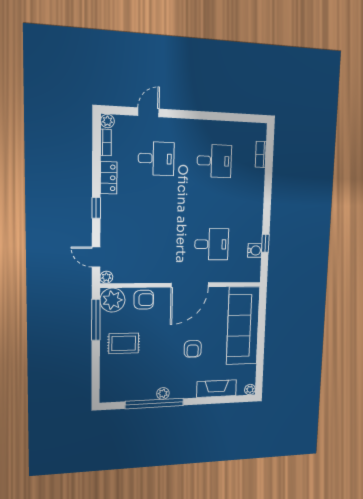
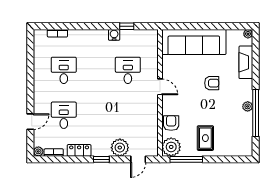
door: (148, 112) -> (30, 122), swing flipped
water cooler: (255, 250) -> (114, 35), moved
plant: (106, 277) -> (120, 148), moved, width x1.87, depth x1.87
door: (190, 285) -> (160, 87), width x0.53

